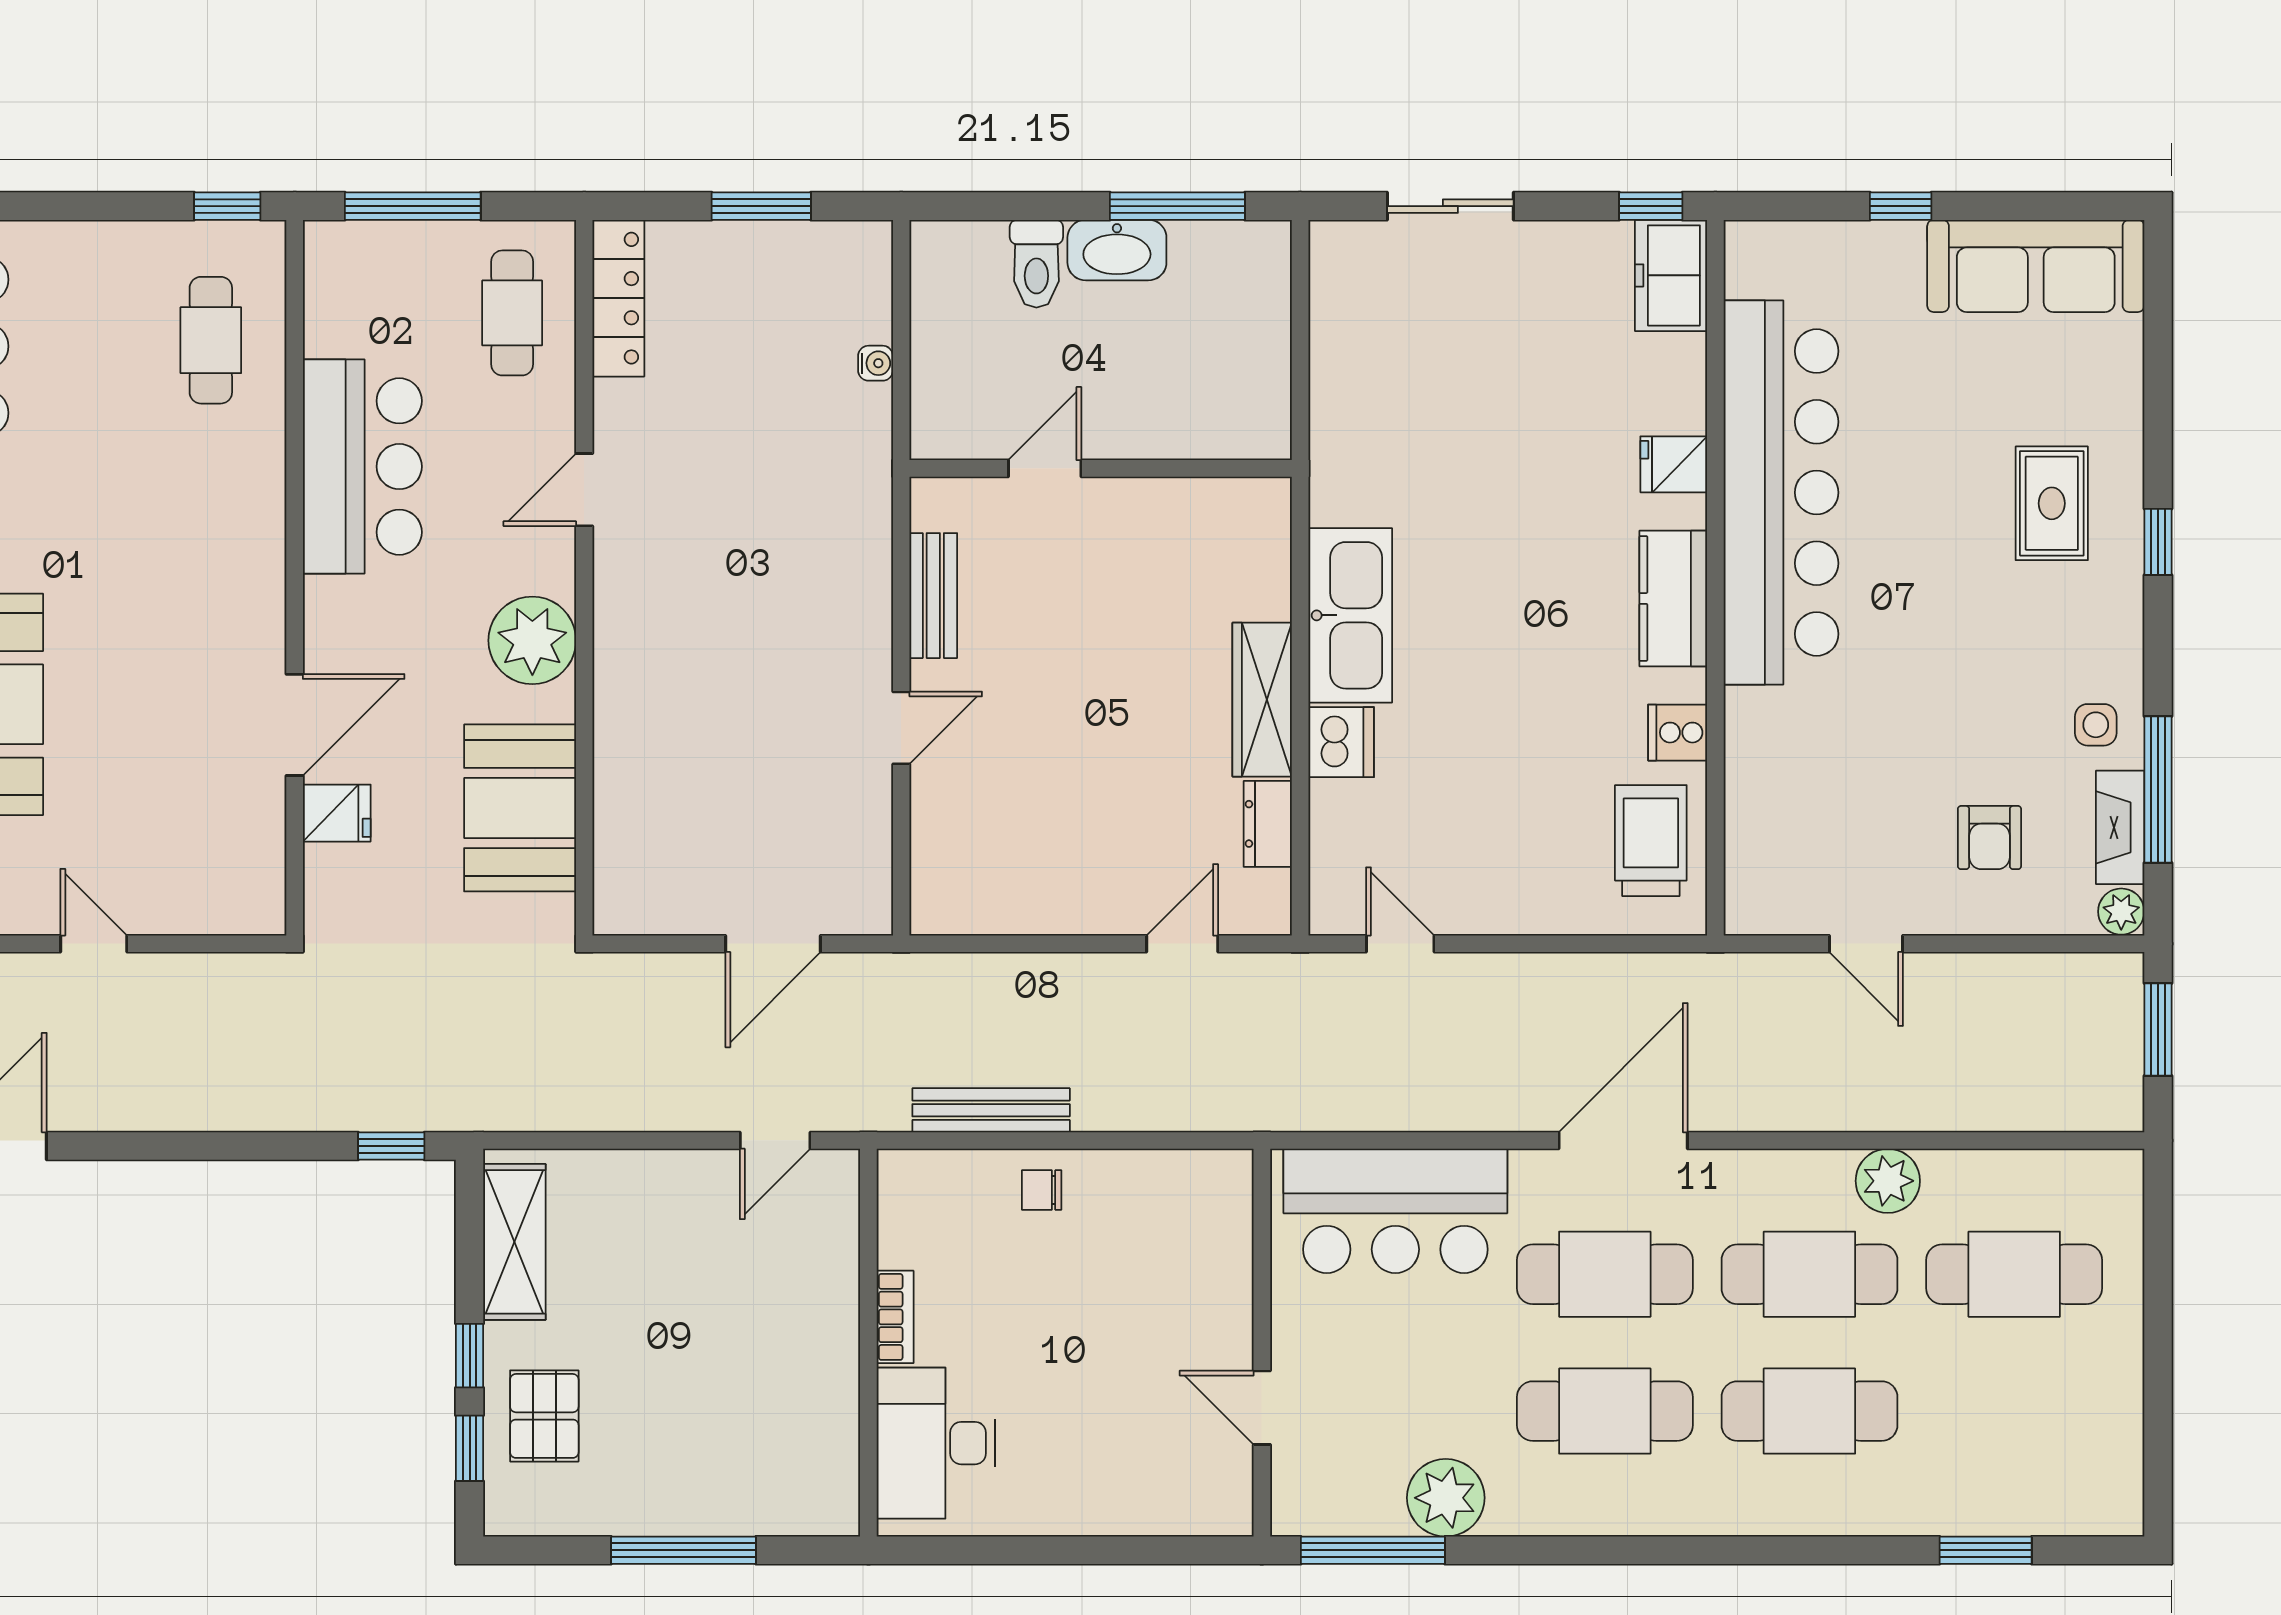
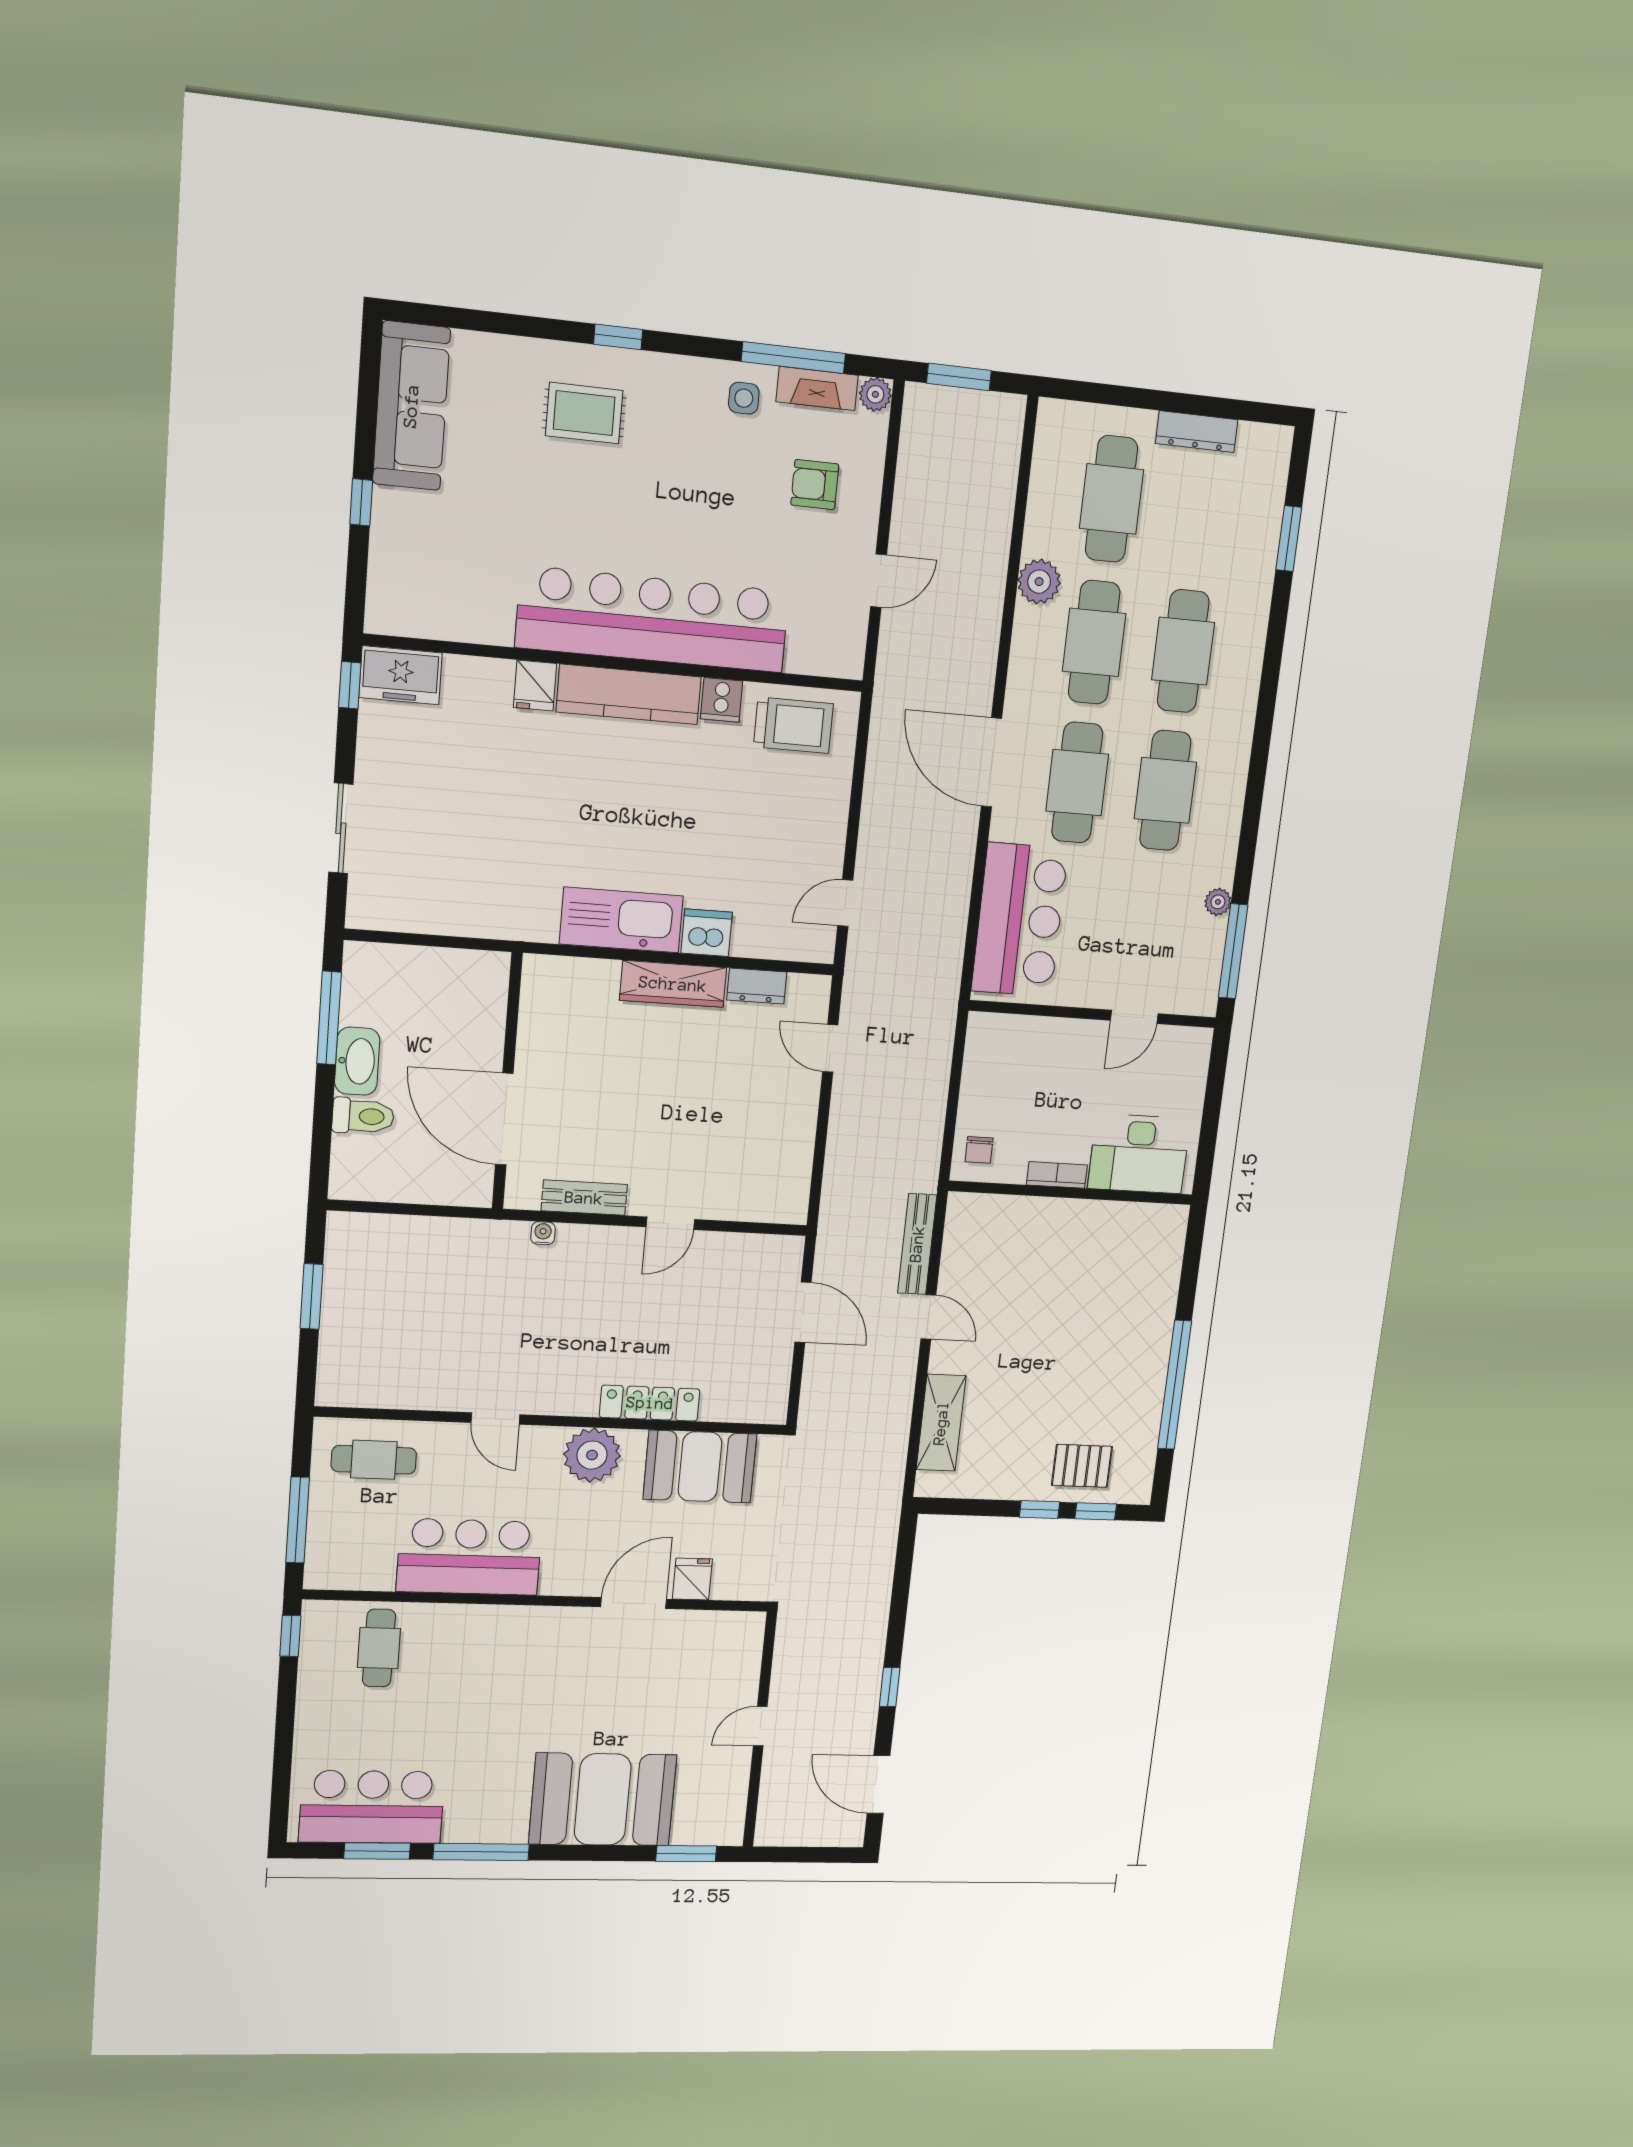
locker: (618, 298) -> (650, 1403), moved
cafe table: (211, 340) -> (379, 1648), turned 90
water cooler: (876, 363) -> (543, 1233), moved
door: (1045, 468) -> (504, 1119), width x1.88
bar counter: (1781, 493) -> (653, 619), moved
kitchen counter: (1673, 598) -> (629, 694), width x1.50
door: (295, 725) -> (634, 1603), hinge flipped
door: (901, 728) -> (670, 1223), swing flipped
armchair: (1989, 838) -> (815, 485), turned 180
trolley: (1651, 841) -> (793, 725), turned 180
bench: (991, 1110) -> (917, 1244), moved
window: (391, 1146) -> (890, 1687), moved
shelving: (514, 1242) -> (941, 1423), moved, turned 90
bookcase: (895, 1317) -> (1057, 1175), moved
wall: (868, 1343) -> (1071, 1193), moved
dresser: (2121, 1389) -> (1197, 432), added
desk: (936, 1443) -> (1139, 1154), moved
plant: (1446, 1498) -> (1218, 902), width x0.53, depth x0.53
window: (684, 1550) -> (1175, 1385), width x1.46

